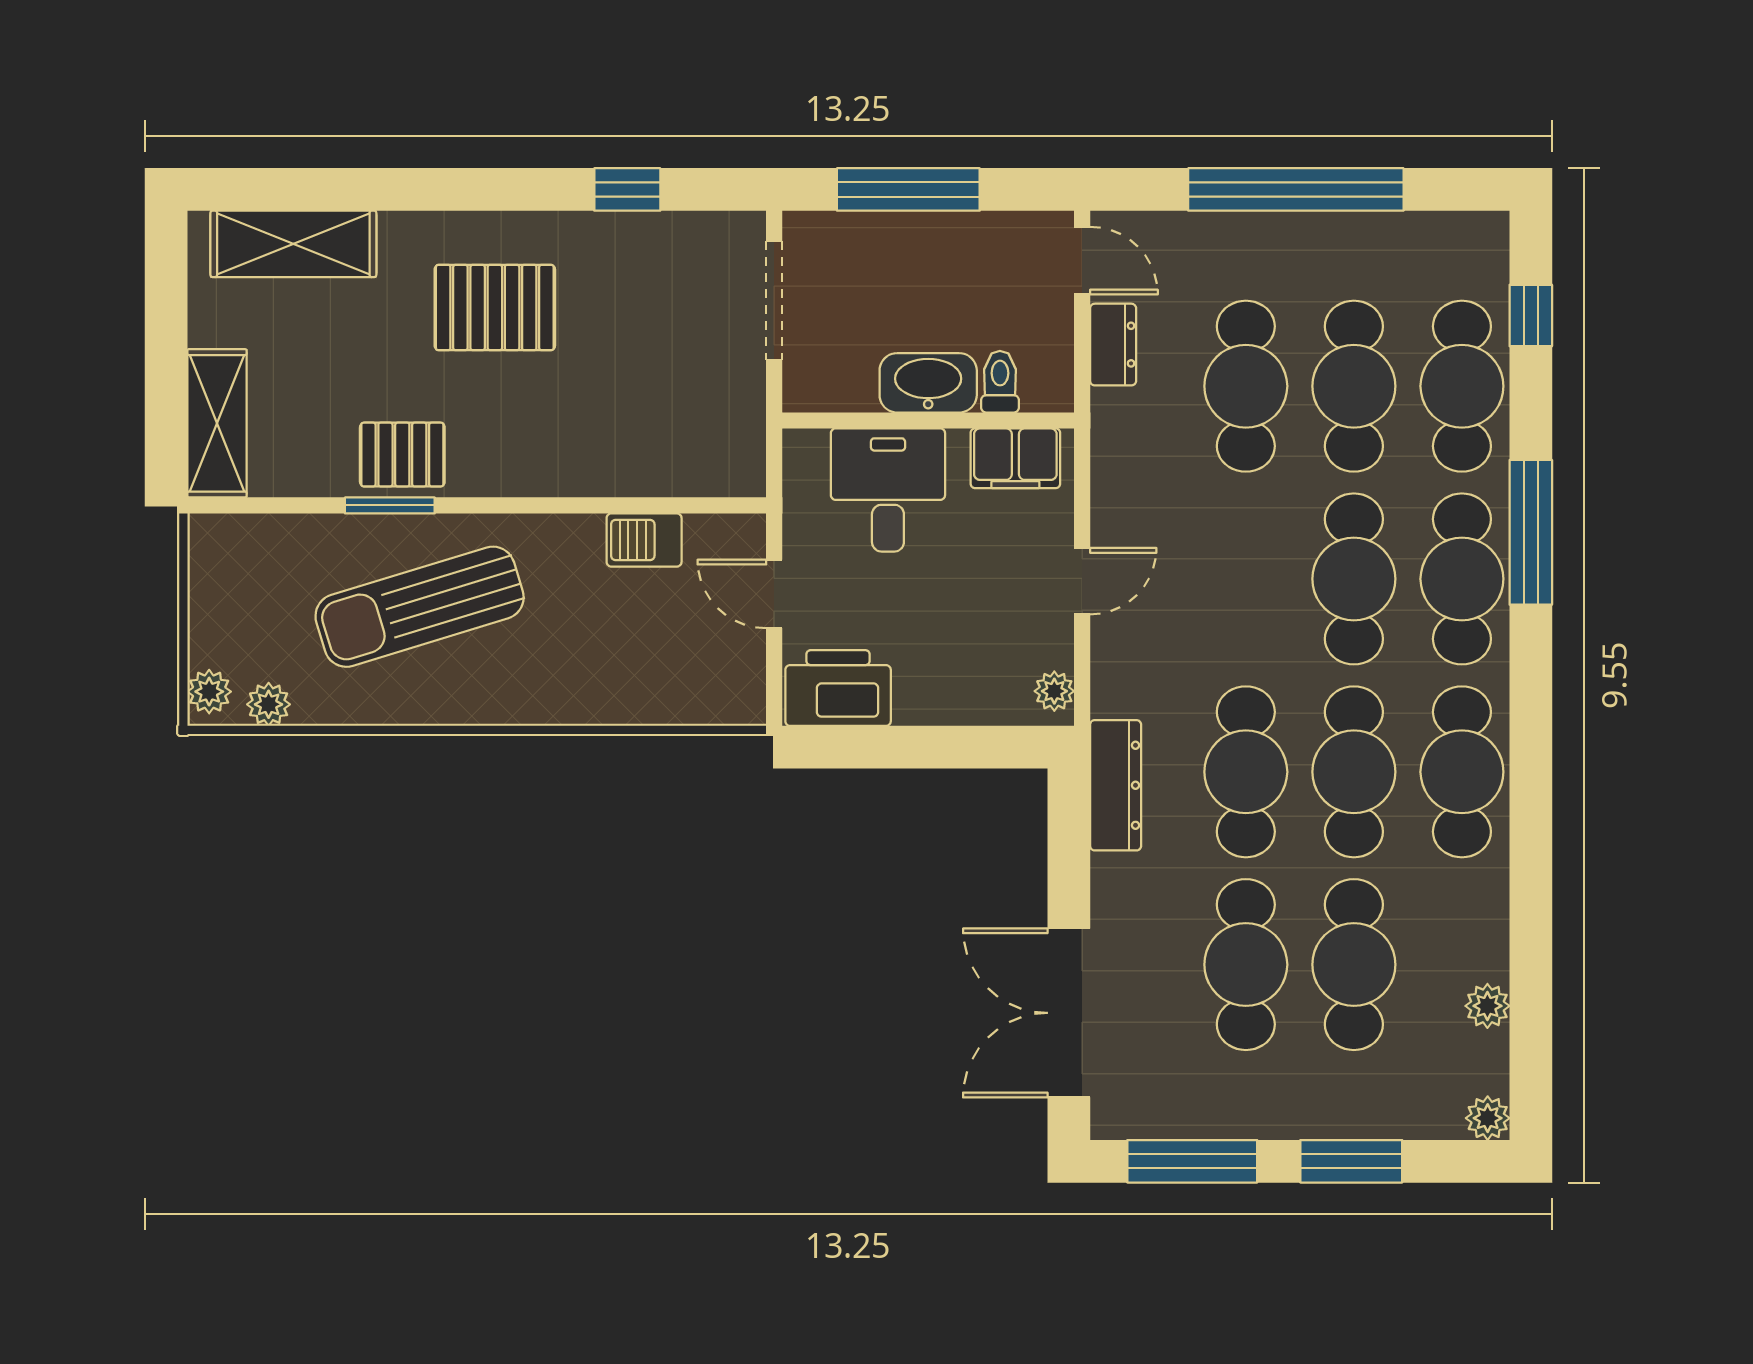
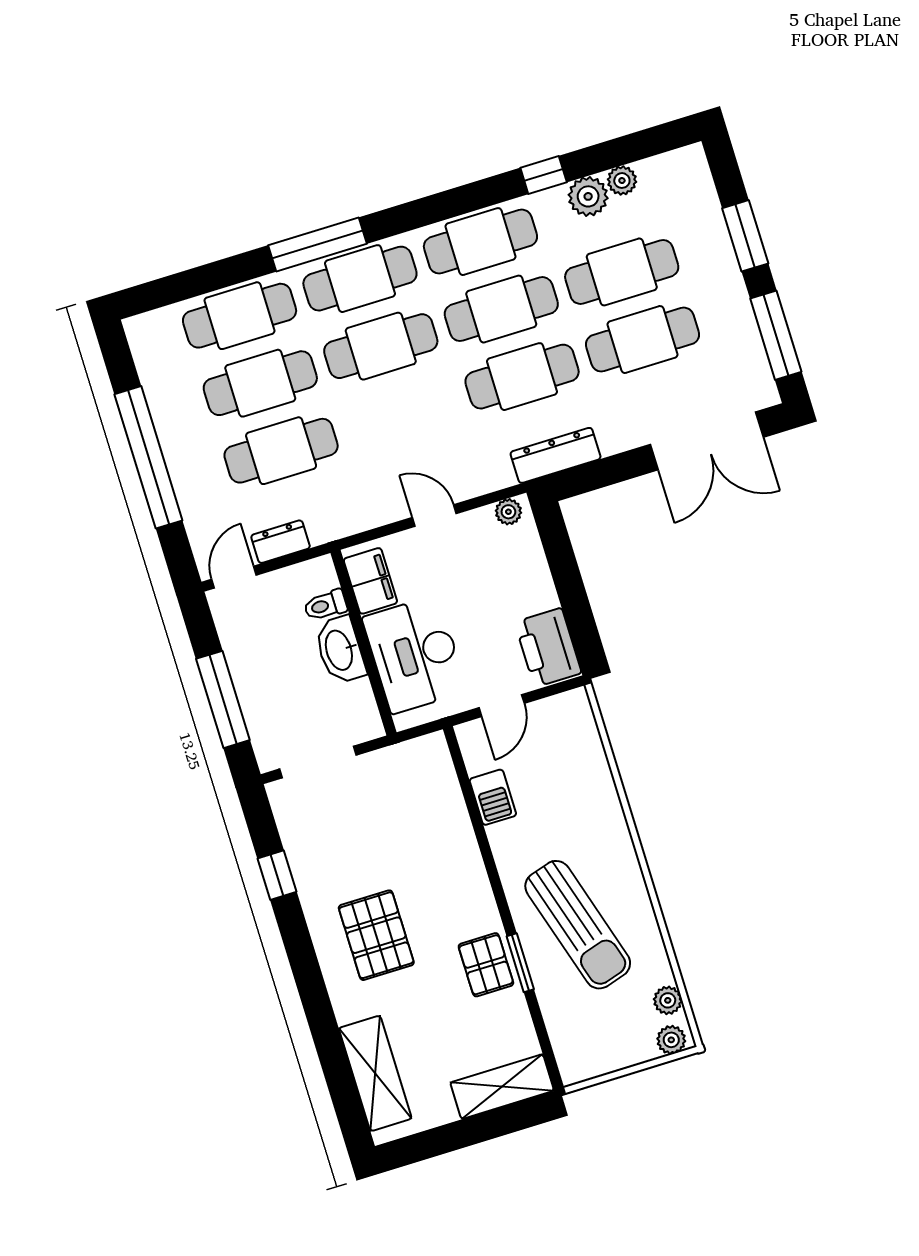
window: (1531, 316) -> (544, 175), moved
desk: (888, 490) -> (415, 654), width x1.37
plant: (1488, 1118) -> (588, 196), moved, width x1.38, depth x1.38

